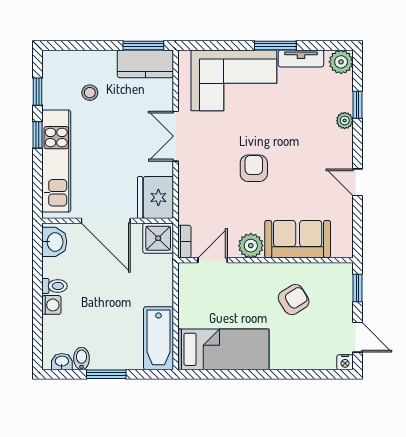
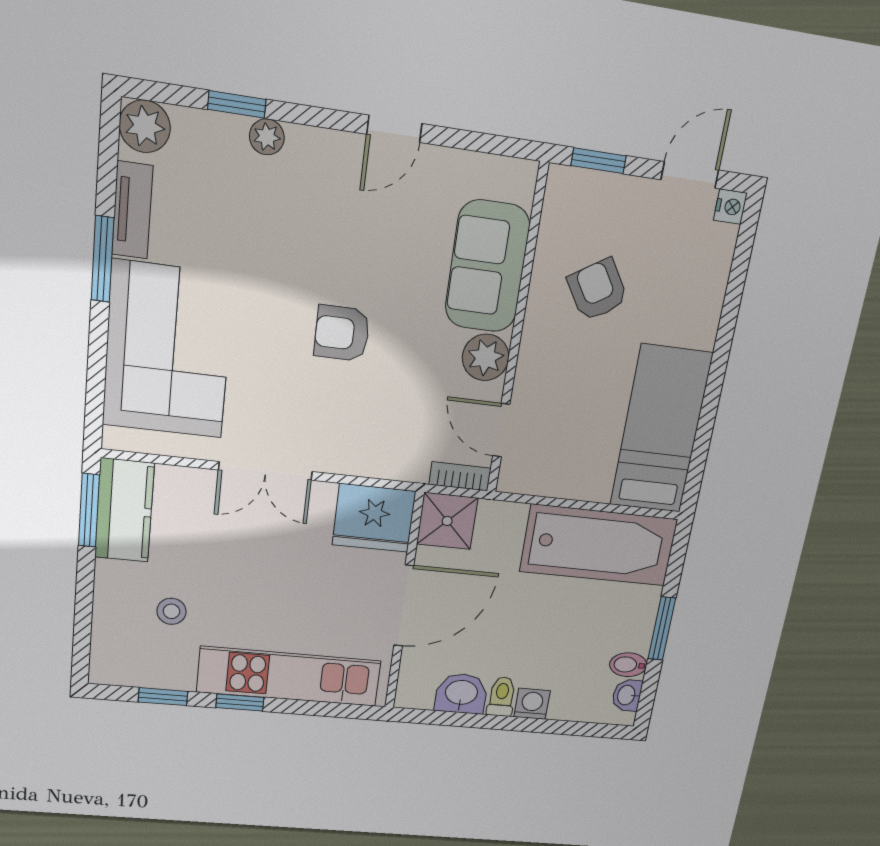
washbasin: (54, 242) -> (461, 694), moved
bathtub: (158, 338) -> (599, 545), width x1.36, depth x1.36

